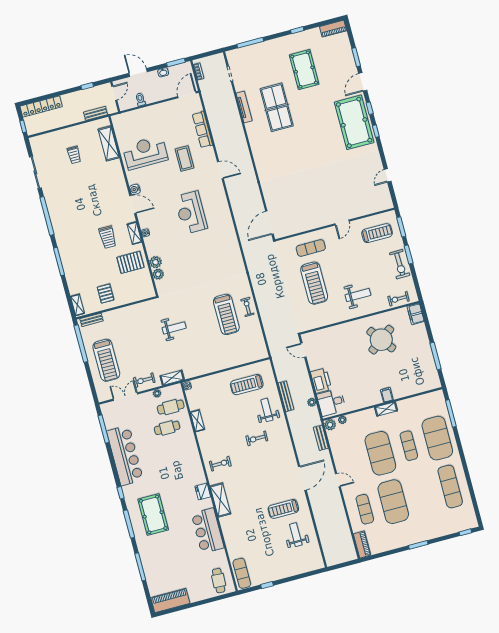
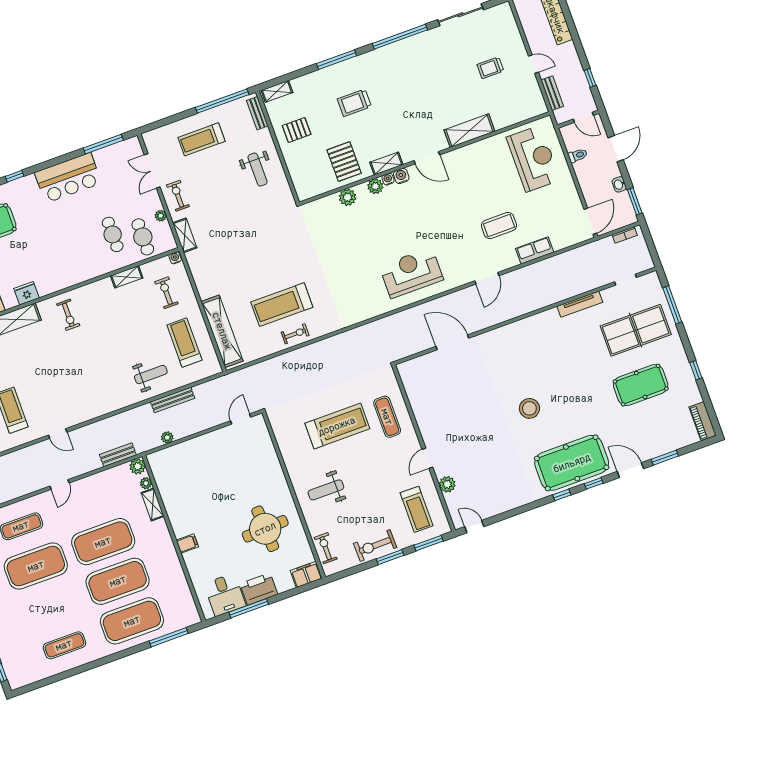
door: (187, 95) -> (590, 221), hinge flipped
table tennis table: (277, 107) -> (636, 330), moved
door: (74, 125) -> (533, 64), added
row of seats: (202, 130) -> (535, 250), width x0.68
shelving: (109, 143) -> (469, 131), moved
stool: (314, 148) -> (529, 408), added
reception desk: (145, 153) -> (533, 159), moved
door: (388, 175) -> (474, 527), moved
water cooler: (135, 189) -> (401, 176), moved
door: (133, 205) -> (427, 158), hinge flipped
plant: (361, 210) -> (447, 484), added
reception desk: (191, 212) -> (411, 273), moved
door: (269, 223) -> (452, 342), moved
door: (342, 223) -> (427, 458), hinge flipped
trolley: (108, 237) -> (354, 103), moved
plant: (158, 274) -> (375, 186), moved
treadmill: (314, 283) -> (337, 426), turned 180
weight bench: (358, 295) -> (326, 490), turned 90
weight bench: (174, 328) -> (257, 170), moved
round table: (381, 340) -> (265, 529), turned 34
shelving: (241, 358) -> (222, 331), added
treadmill: (106, 360) -> (202, 139), width x0.73, depth x0.73
printer: (321, 381) -> (259, 589), moved, turned 180
double door: (125, 397) -> (152, 171), swing flipped
desk: (331, 402) -> (225, 595), moved, turned 180
shelving: (386, 409) -> (153, 505), moved
exercise bike: (257, 438) -> (166, 293), moved
exercise mat: (409, 446) -> (118, 581), width x2.00, depth x1.45
bar counter: (125, 456) -> (68, 178), width x0.73
door: (302, 478) -> (58, 434), width x0.53
exercise mat: (450, 487) -> (64, 645), width x0.73, depth x0.69

